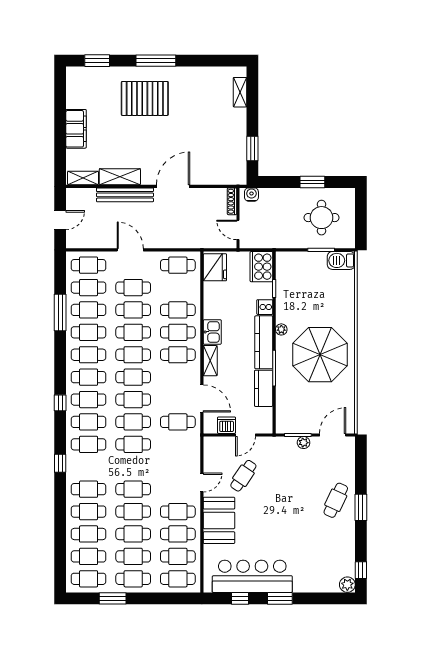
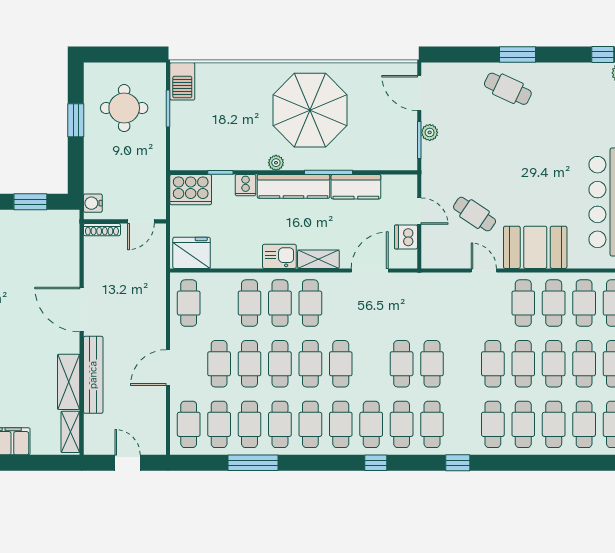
cafe table: (133, 400) -> (371, 364), removed
cafe table: (178, 422) -> (402, 303), removed

